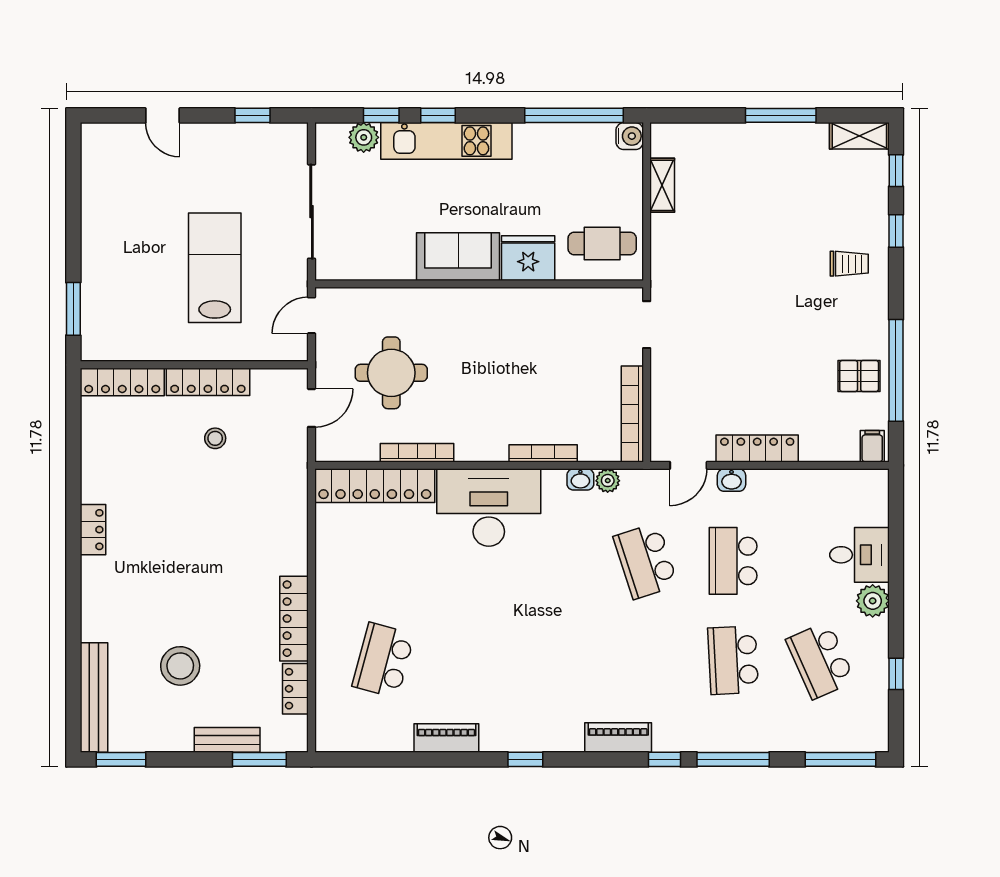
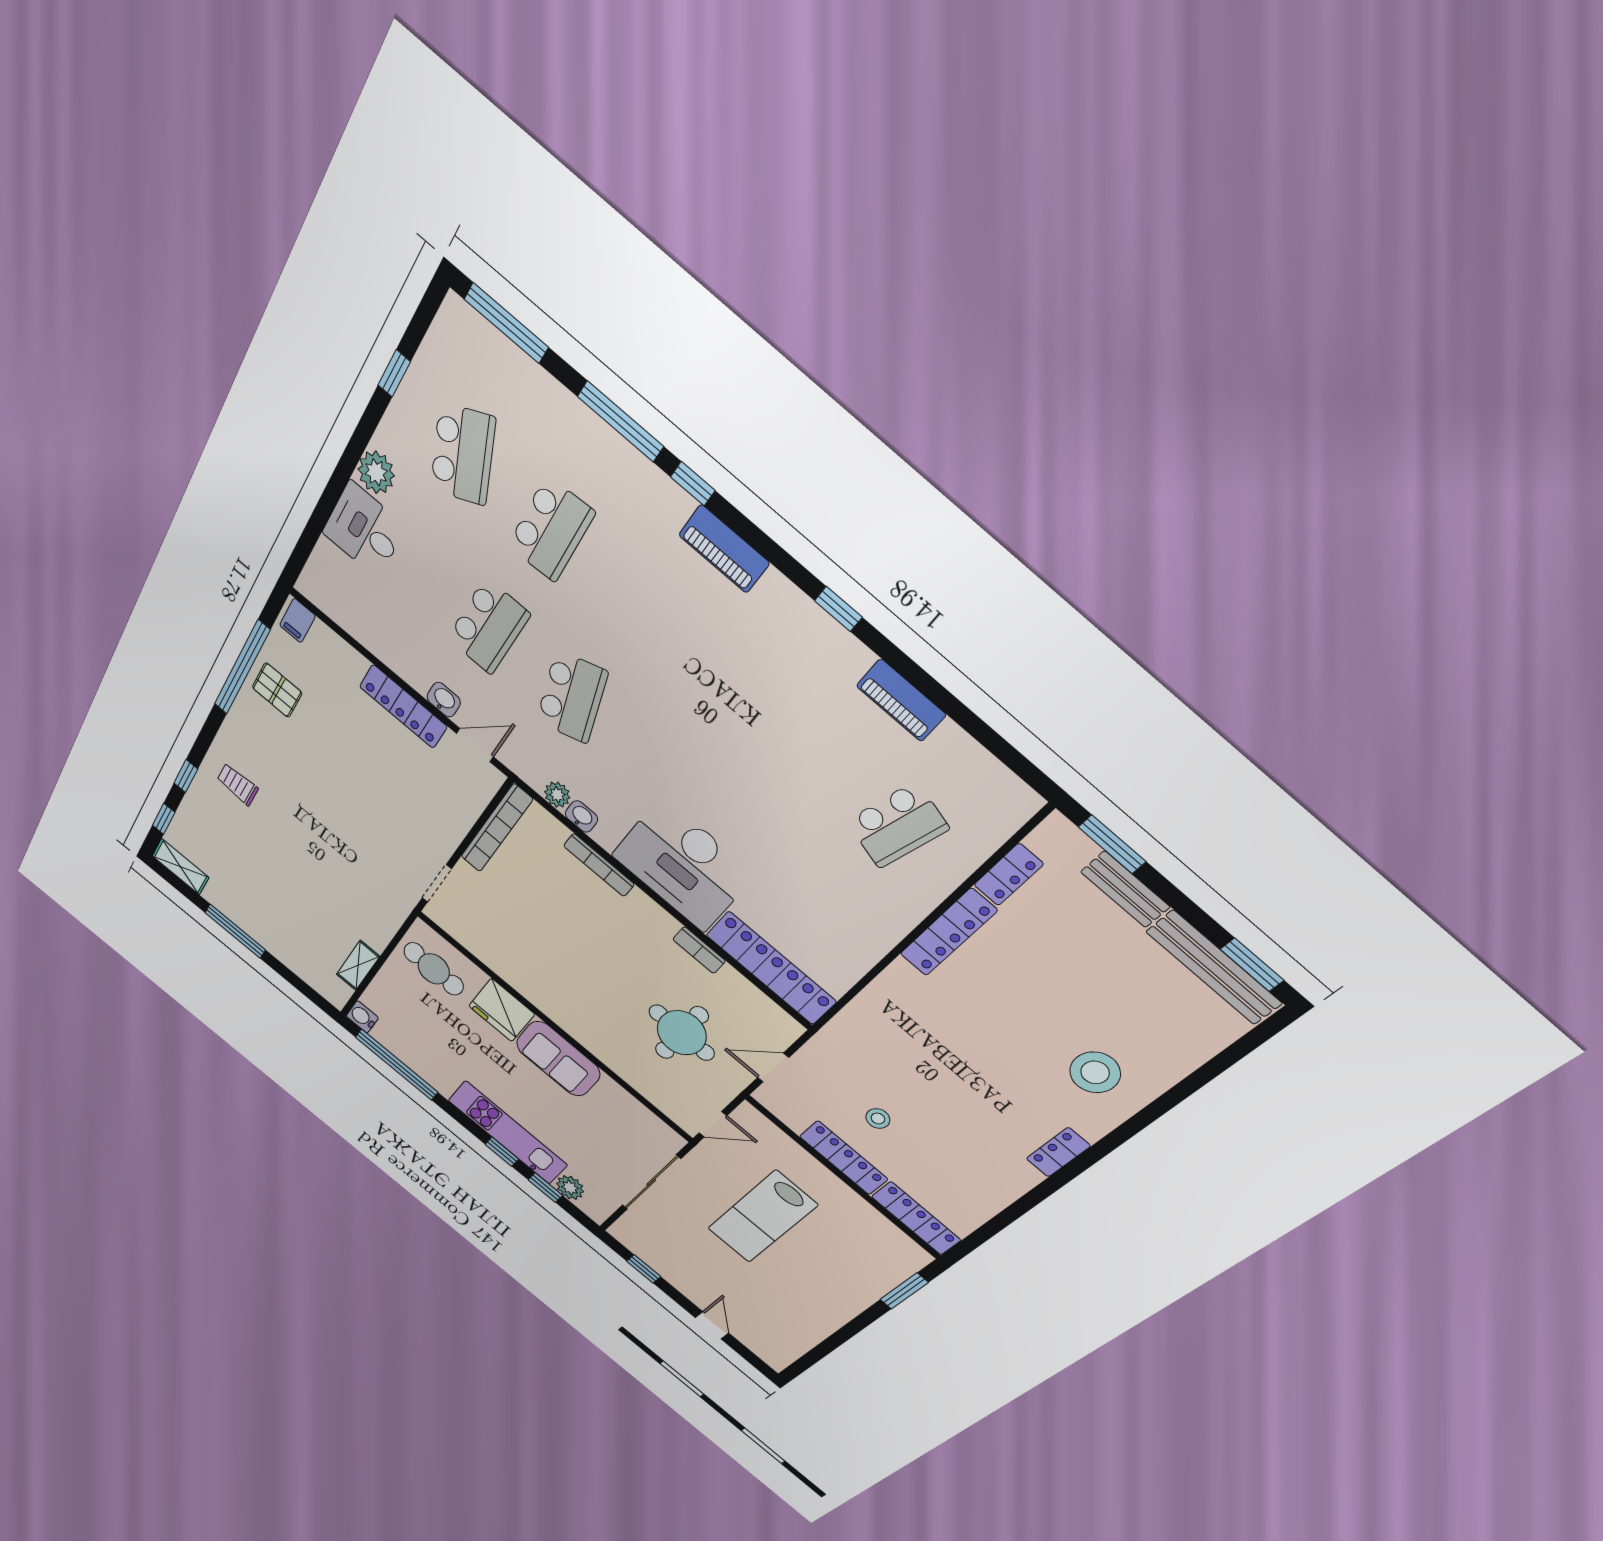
bookcase: (417, 453) -> (699, 950), width x0.64
stool: (180, 666) -> (1095, 1072), moved
bench: (94, 698) -> (1214, 967), moved, turned 90

